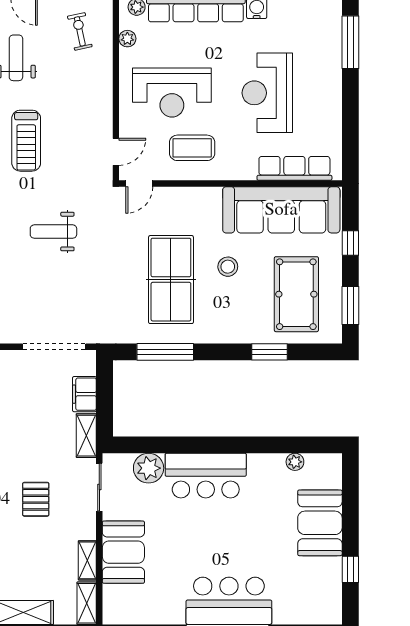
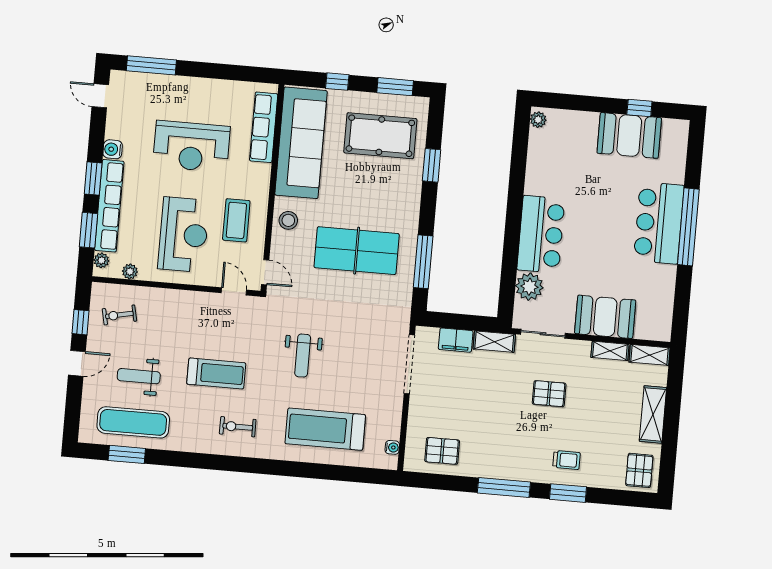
stool: (228, 267) -> (288, 220), moved
plant: (295, 462) -> (538, 120), moved
booth: (320, 523) -> (629, 135), moved

